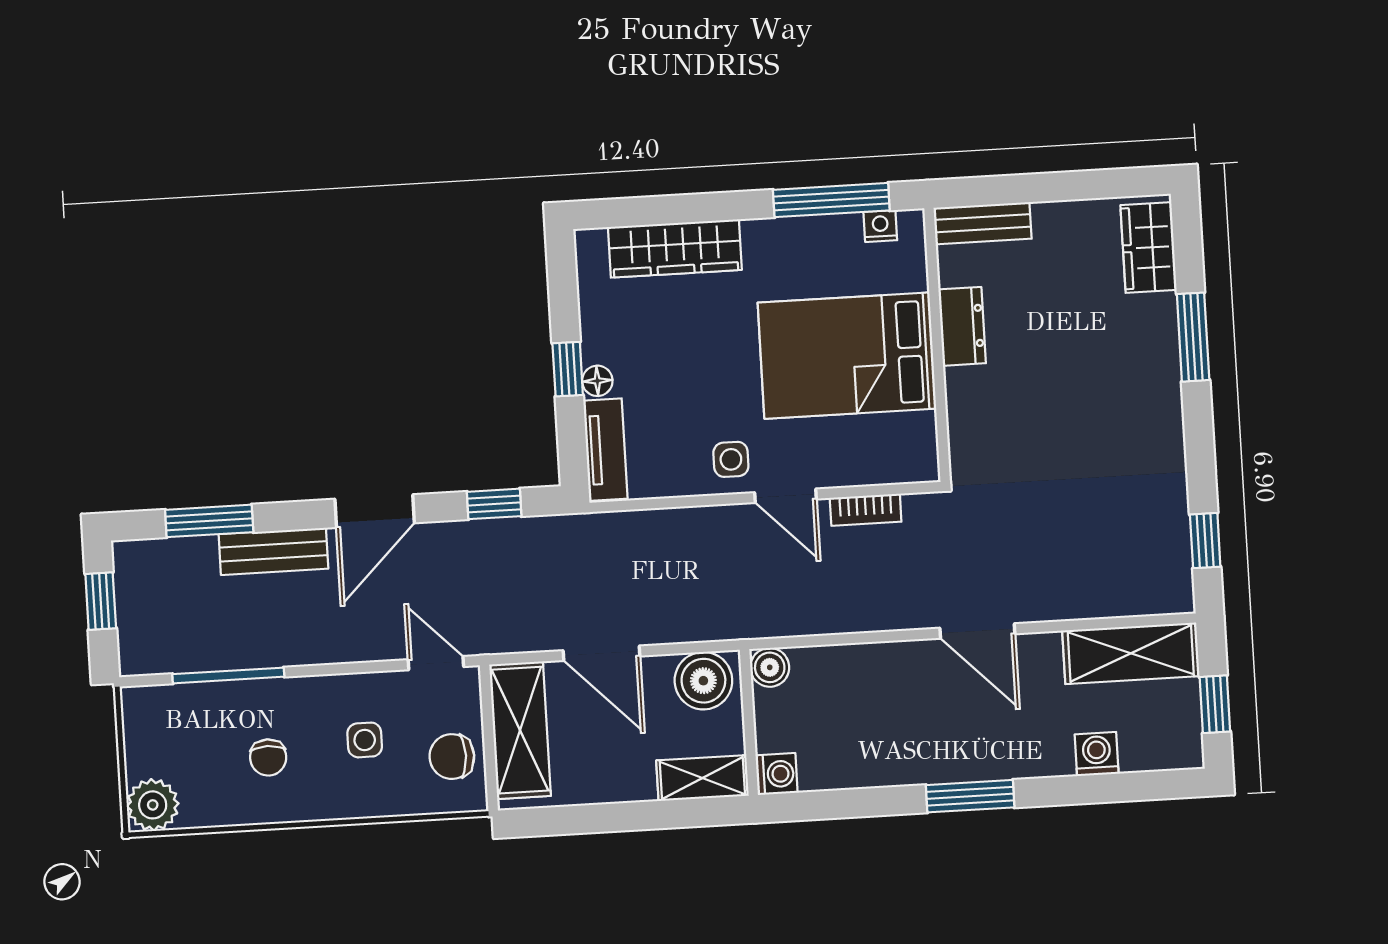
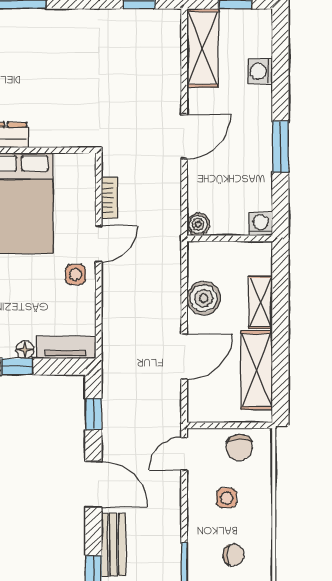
boiler: (770, 667) -> (198, 224), moved
wall: (749, 722) -> (230, 238), moved
shelving: (520, 730) -> (257, 370), moved, turned 90
washing machine: (777, 774) -> (261, 224), moved

